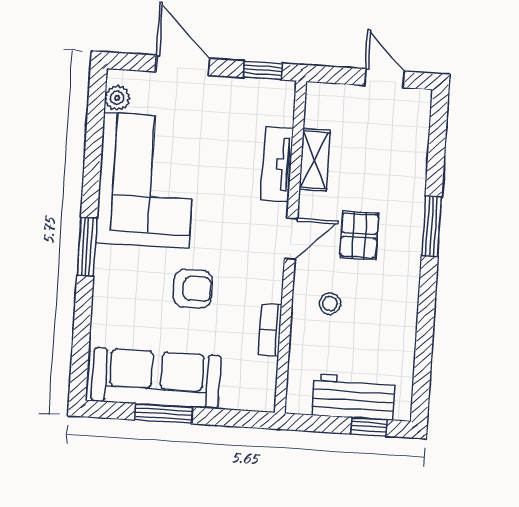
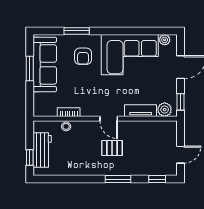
plant: (278, 108) -> (165, 110), added
window: (437, 136) -> (157, 179), added
shelving: (315, 160) -> (143, 127), removed
window: (87, 247) -> (77, 31), moved
armchair: (193, 289) -> (83, 56), moved
stool: (330, 304) -> (66, 126), moved

